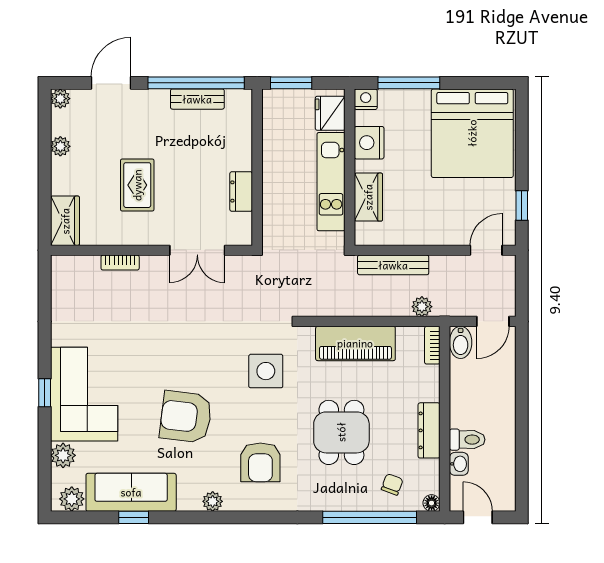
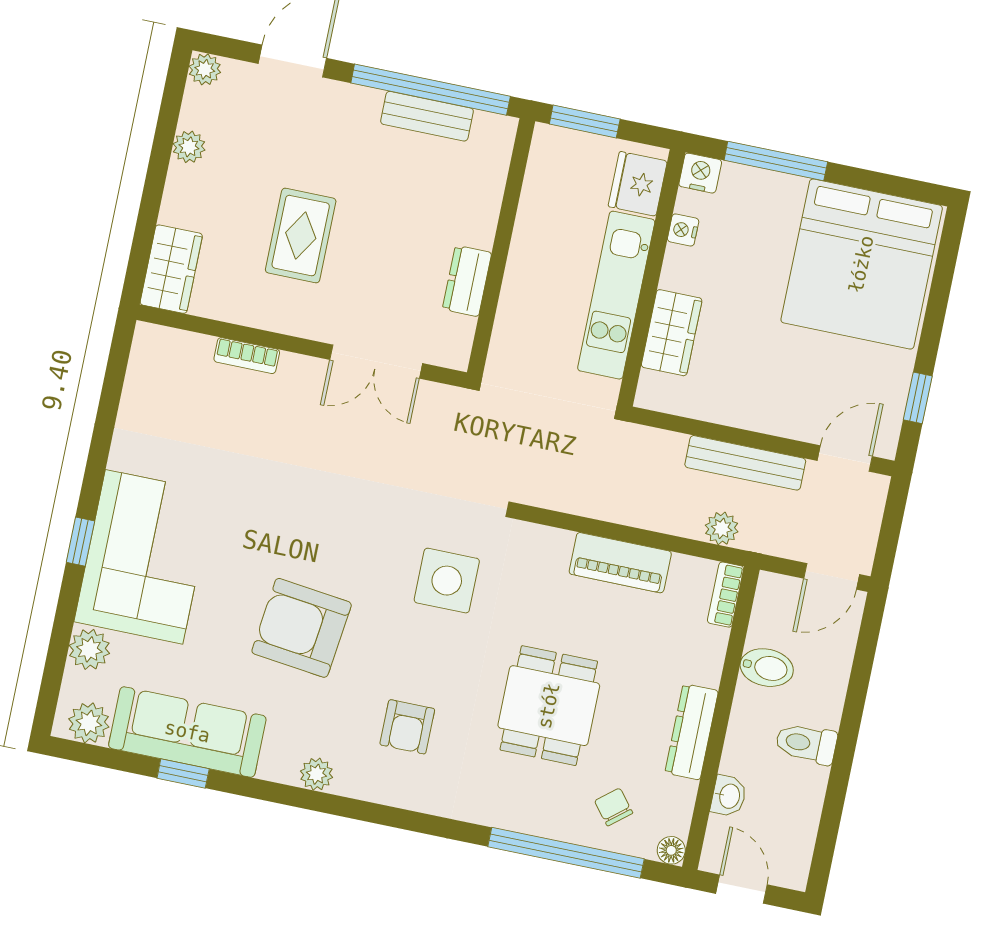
nightstand: (369, 143) -> (683, 230), width x0.53, depth x0.56
bench: (393, 265) -> (745, 463), moved
bidet: (461, 342) -> (767, 668), moved, turned -90
piano: (355, 343) -> (620, 563), width x0.73, depth x0.75
toilet: (467, 440) -> (806, 743), moved, turned 180
armchair: (260, 462) -> (407, 727), width x0.72, depth x0.72
chair: (392, 484) -> (614, 807), turned -59

